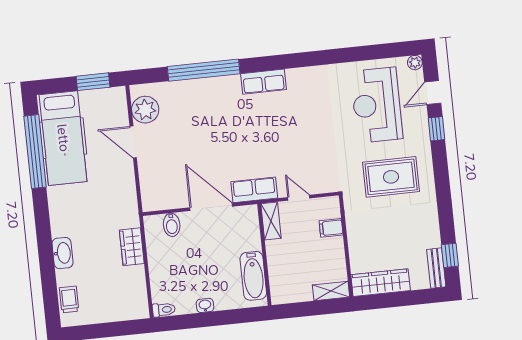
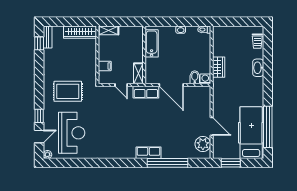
row of seats: (263, 82) -> (149, 153), moved
washing machine: (153, 224) -> (205, 79), added

